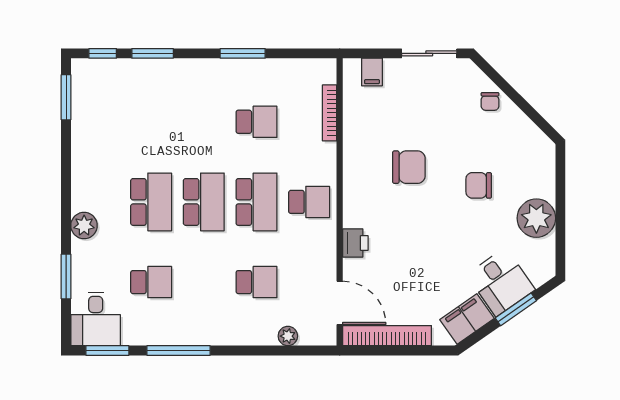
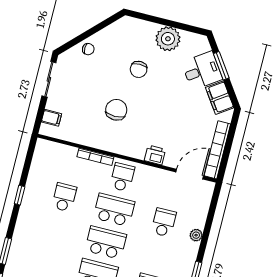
window: (243, 53) -> (20, 195), width x0.67
bookcase: (330, 113) -> (95, 157), moved
plant: (288, 336) -> (196, 235), moved

